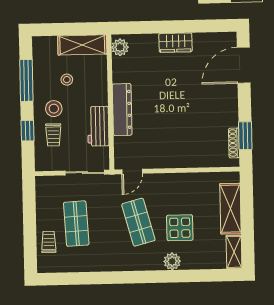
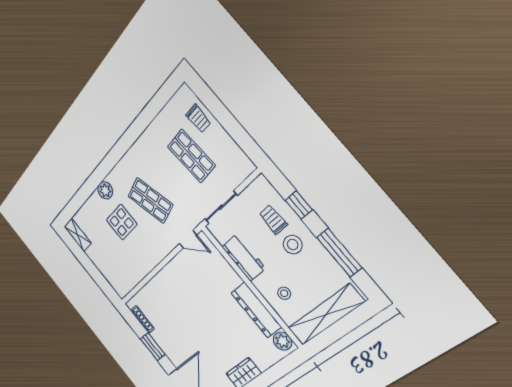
shelving: (82, 45) -> (325, 315), width x1.47
stool: (67, 80) -> (284, 293), moved
dresser: (122, 110) -> (256, 310), moved
window: (245, 136) -> (153, 347), moved
door: (132, 172) -> (188, 239), swing flipped
shelving: (230, 209) -> (105, 266), removed

